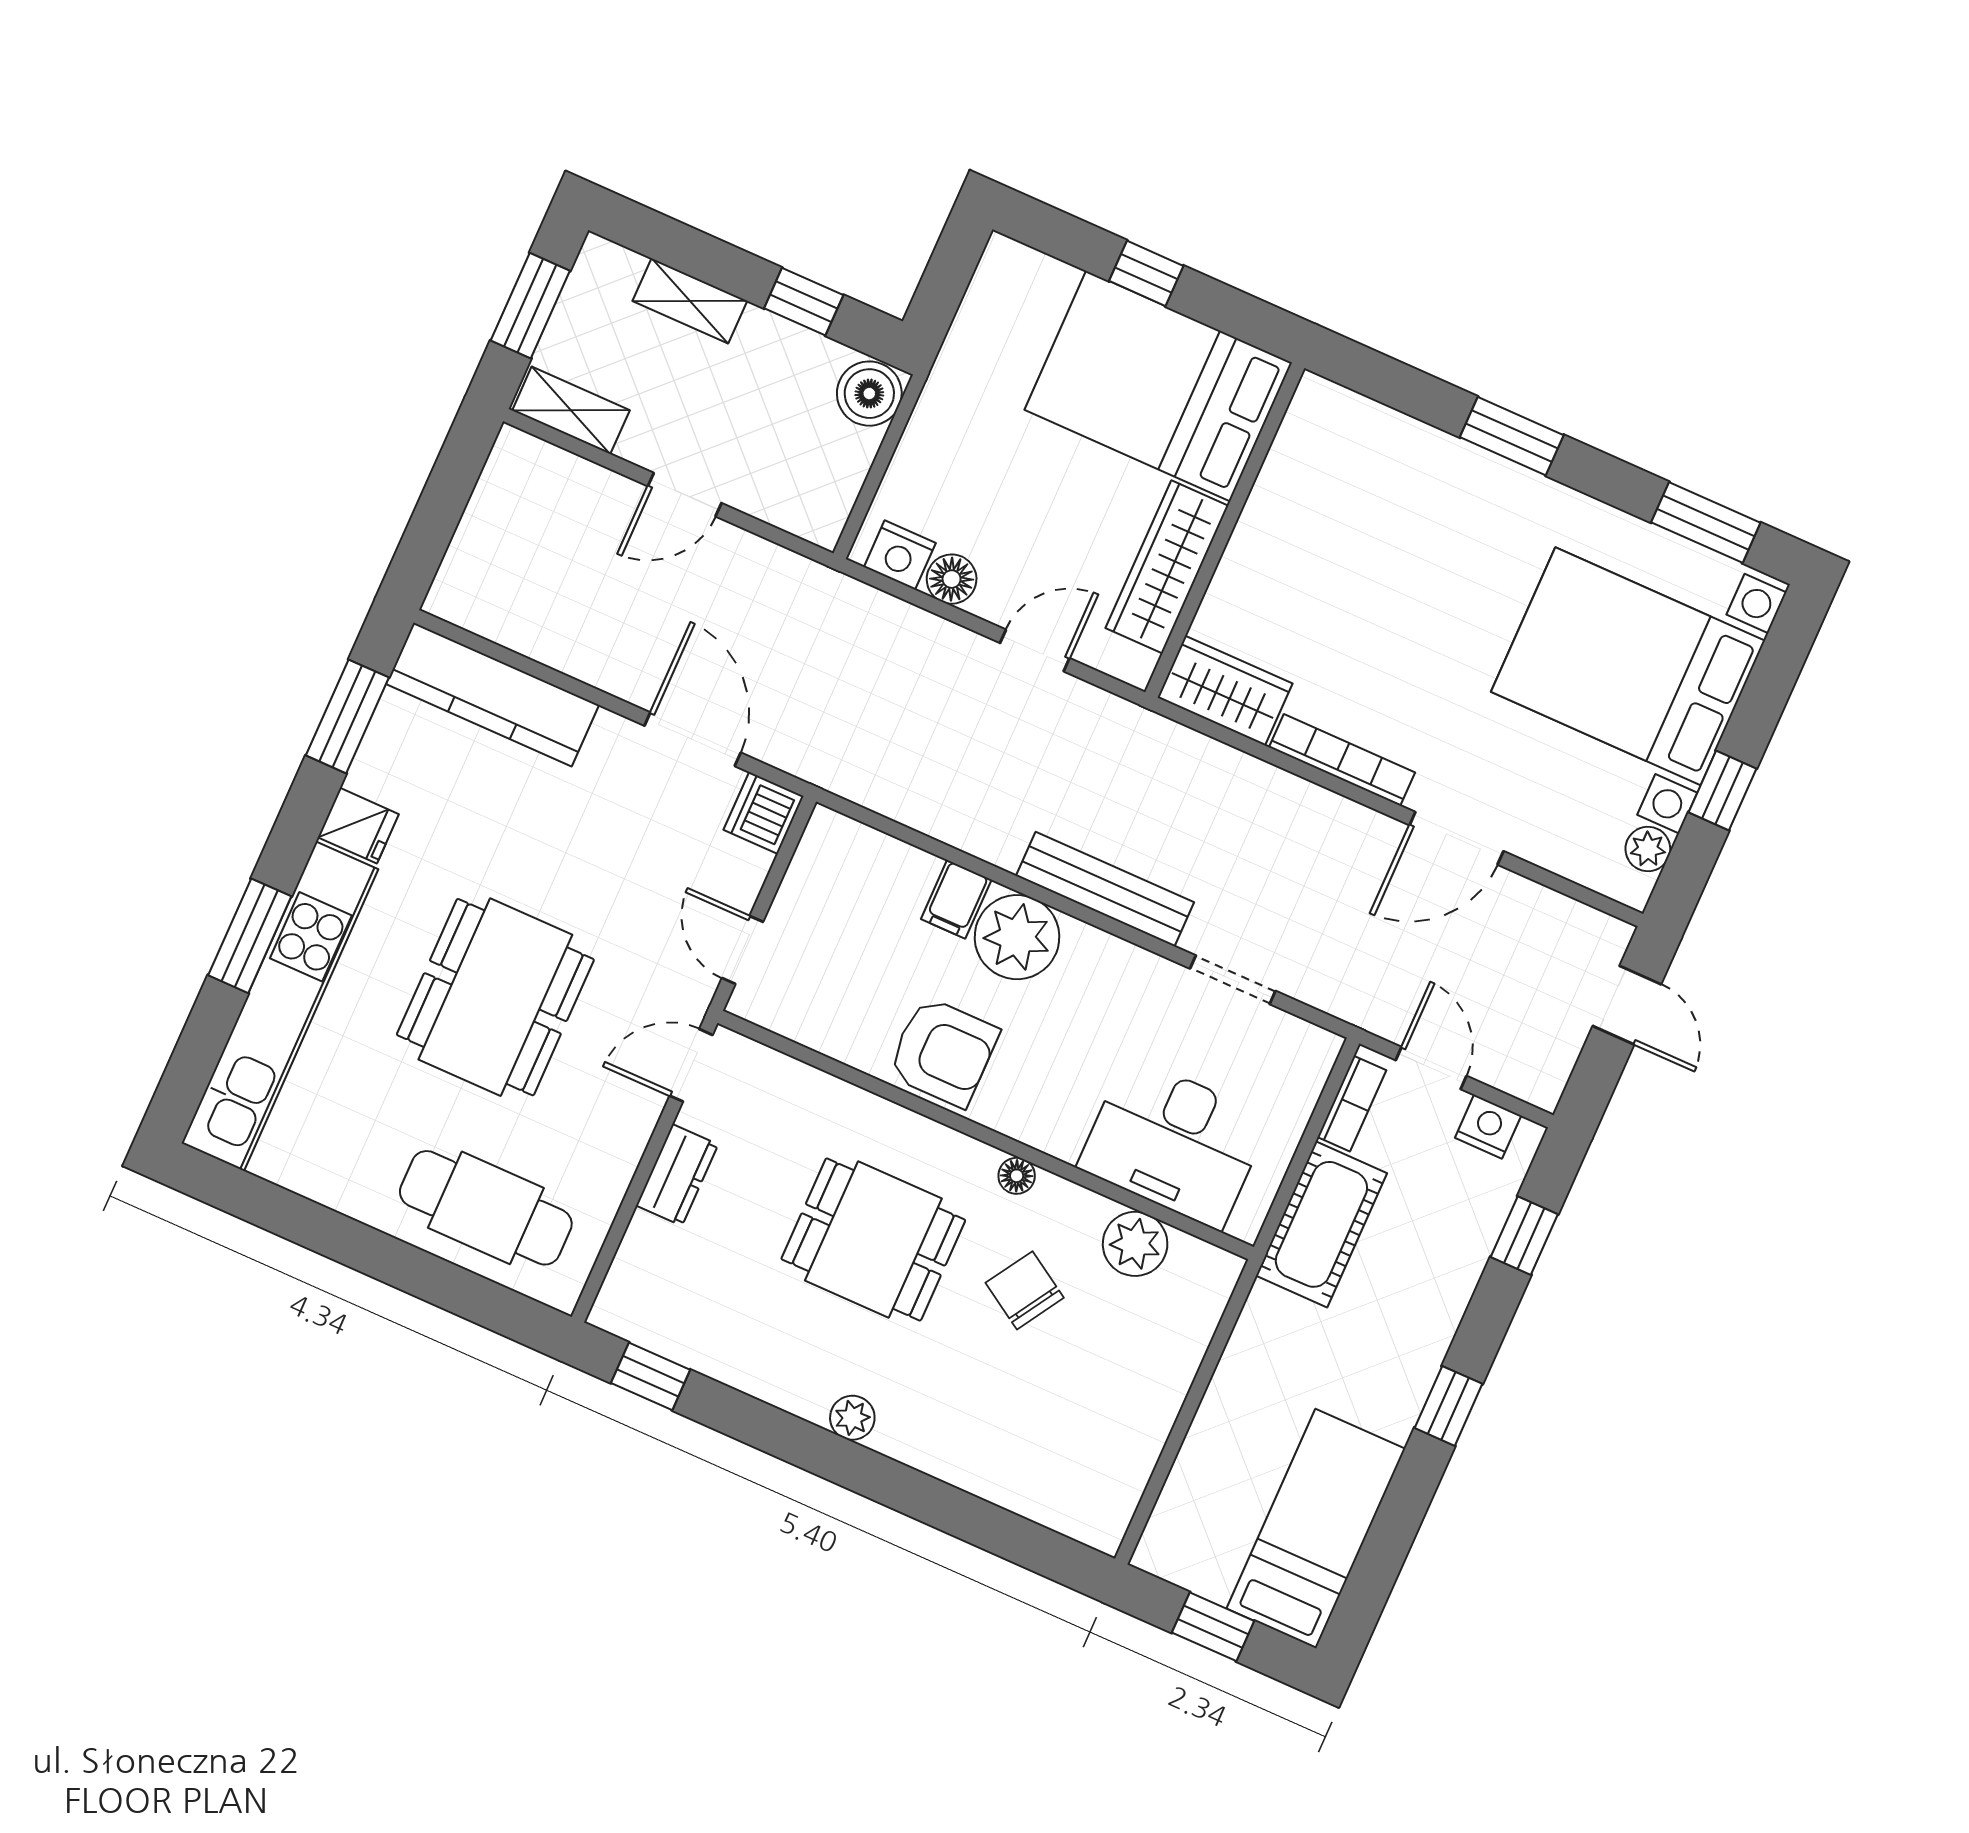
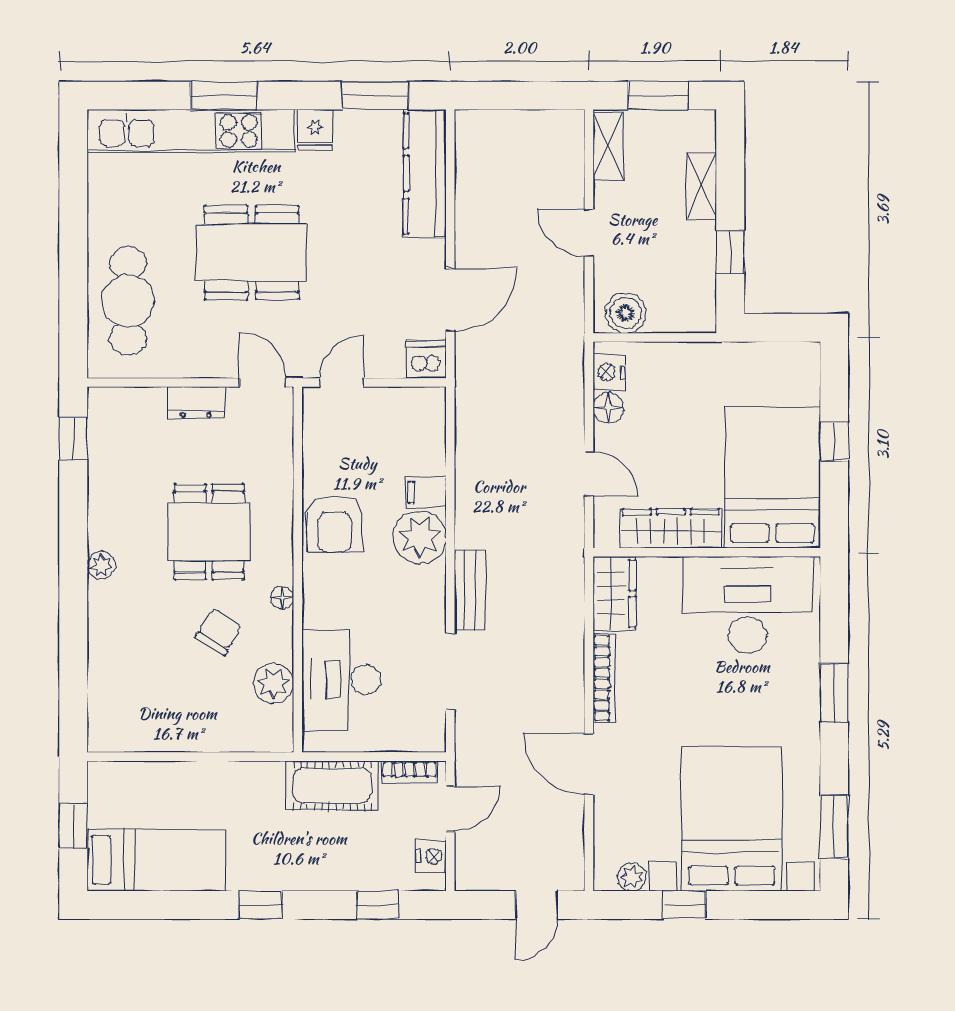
boiler: (869, 394) -> (626, 313), moved
desk: (1328, 505) -> (748, 605), added
bench: (1105, 889) -> (470, 590), width x0.73
doorway: (1233, 980) -> (450, 672), width x1.38

